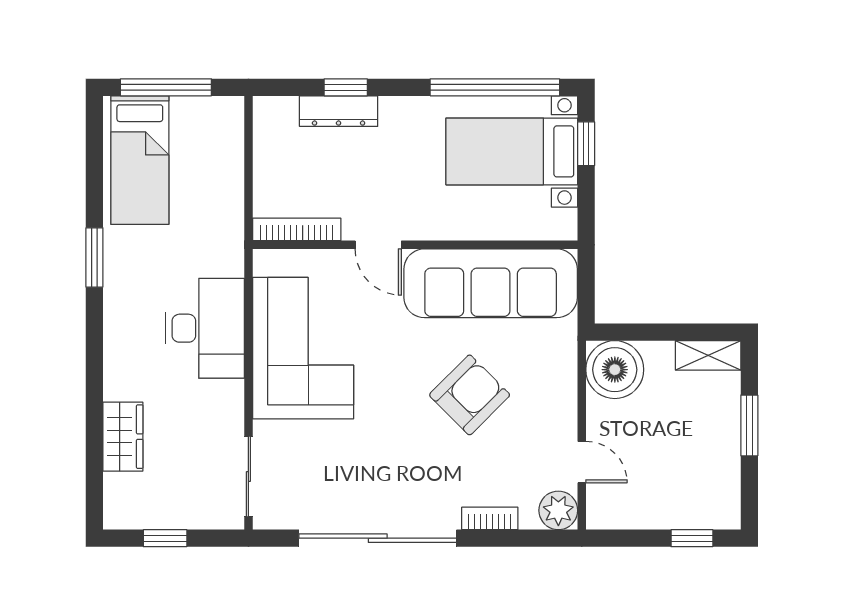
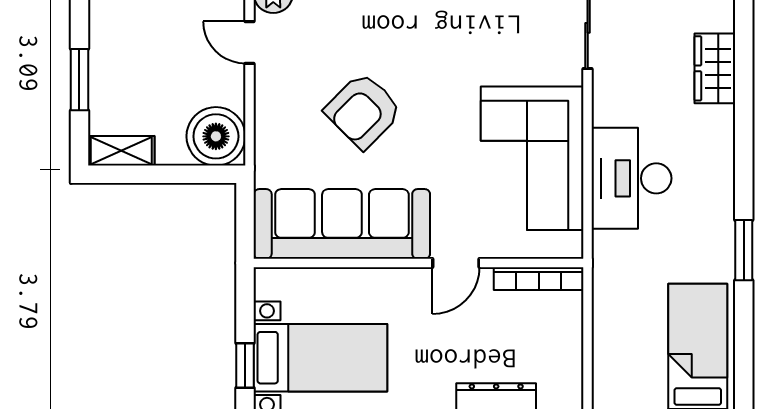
door: (378, 245) -> (456, 263), swing flipped

